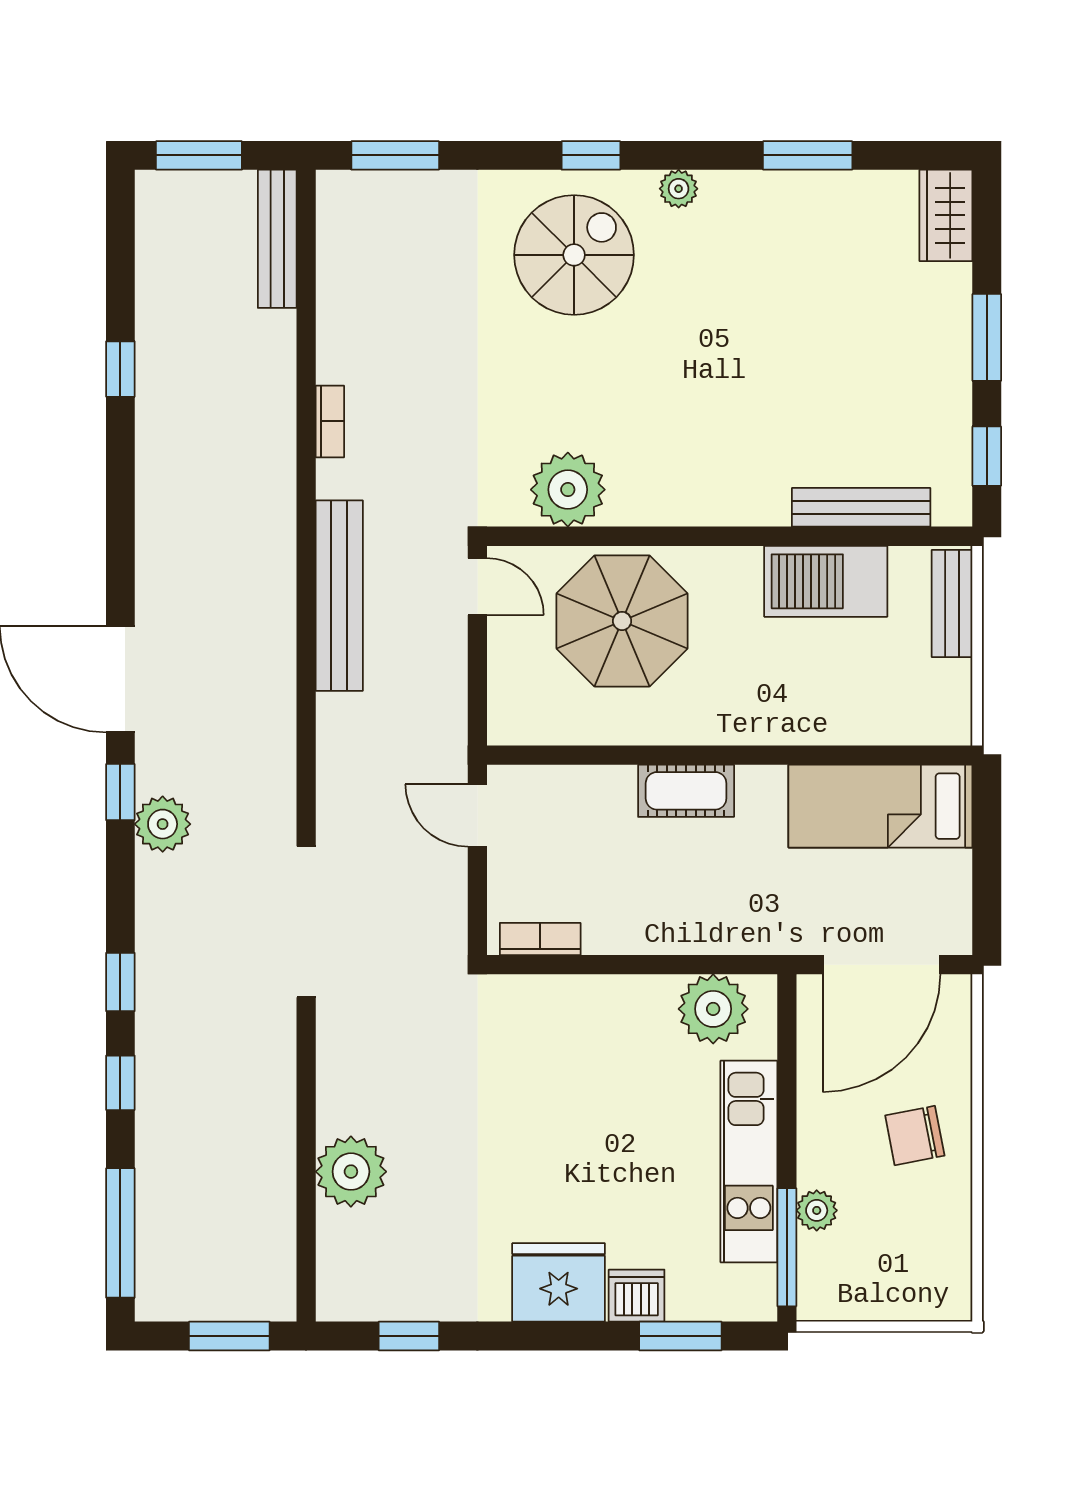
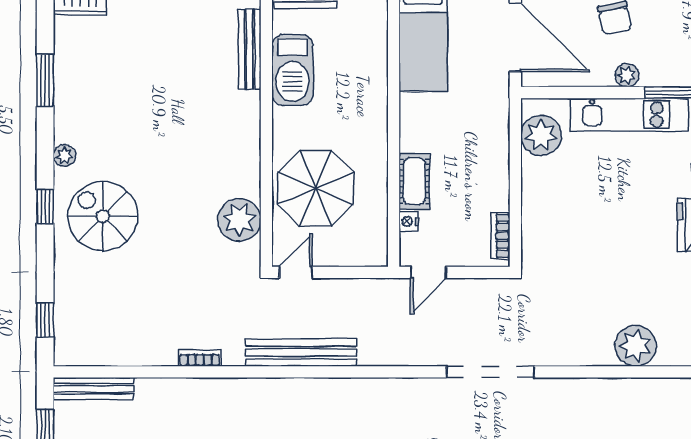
window: (395, 155) -> (45, 320), width x0.67
nightstand: (565, 781) -> (409, 221), added
cot: (686, 791) -> (414, 181), moved
plant: (817, 1210) -> (627, 75), moved

